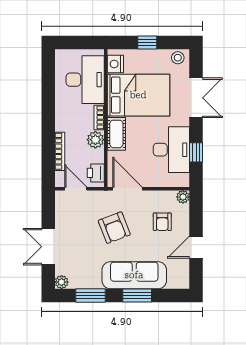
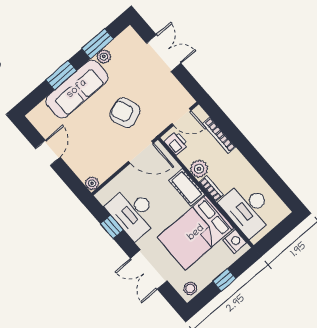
armchair: (162, 222) -> (91, 150), removed
plant: (62, 282) -> (104, 57), moved

